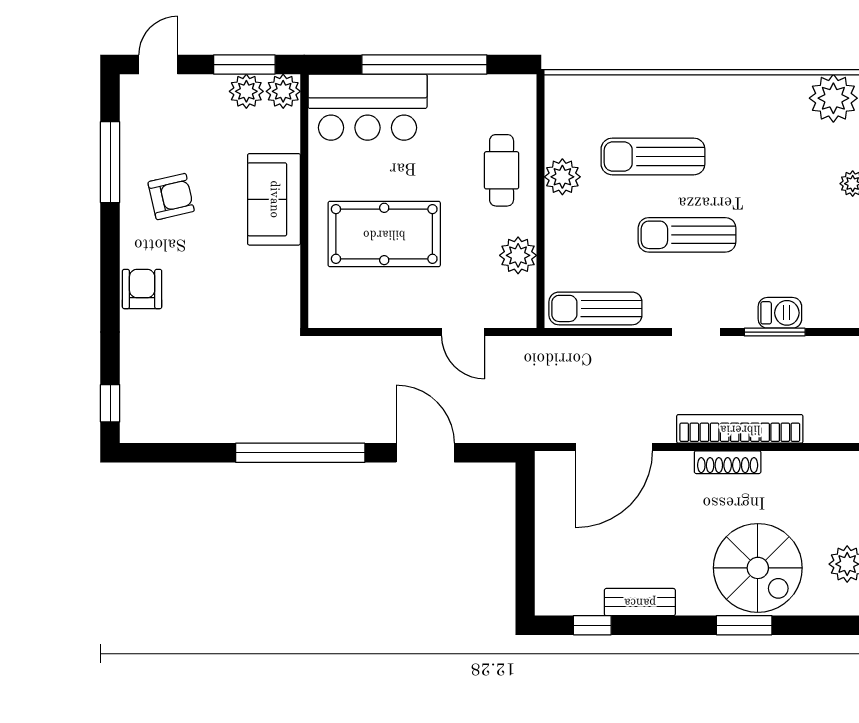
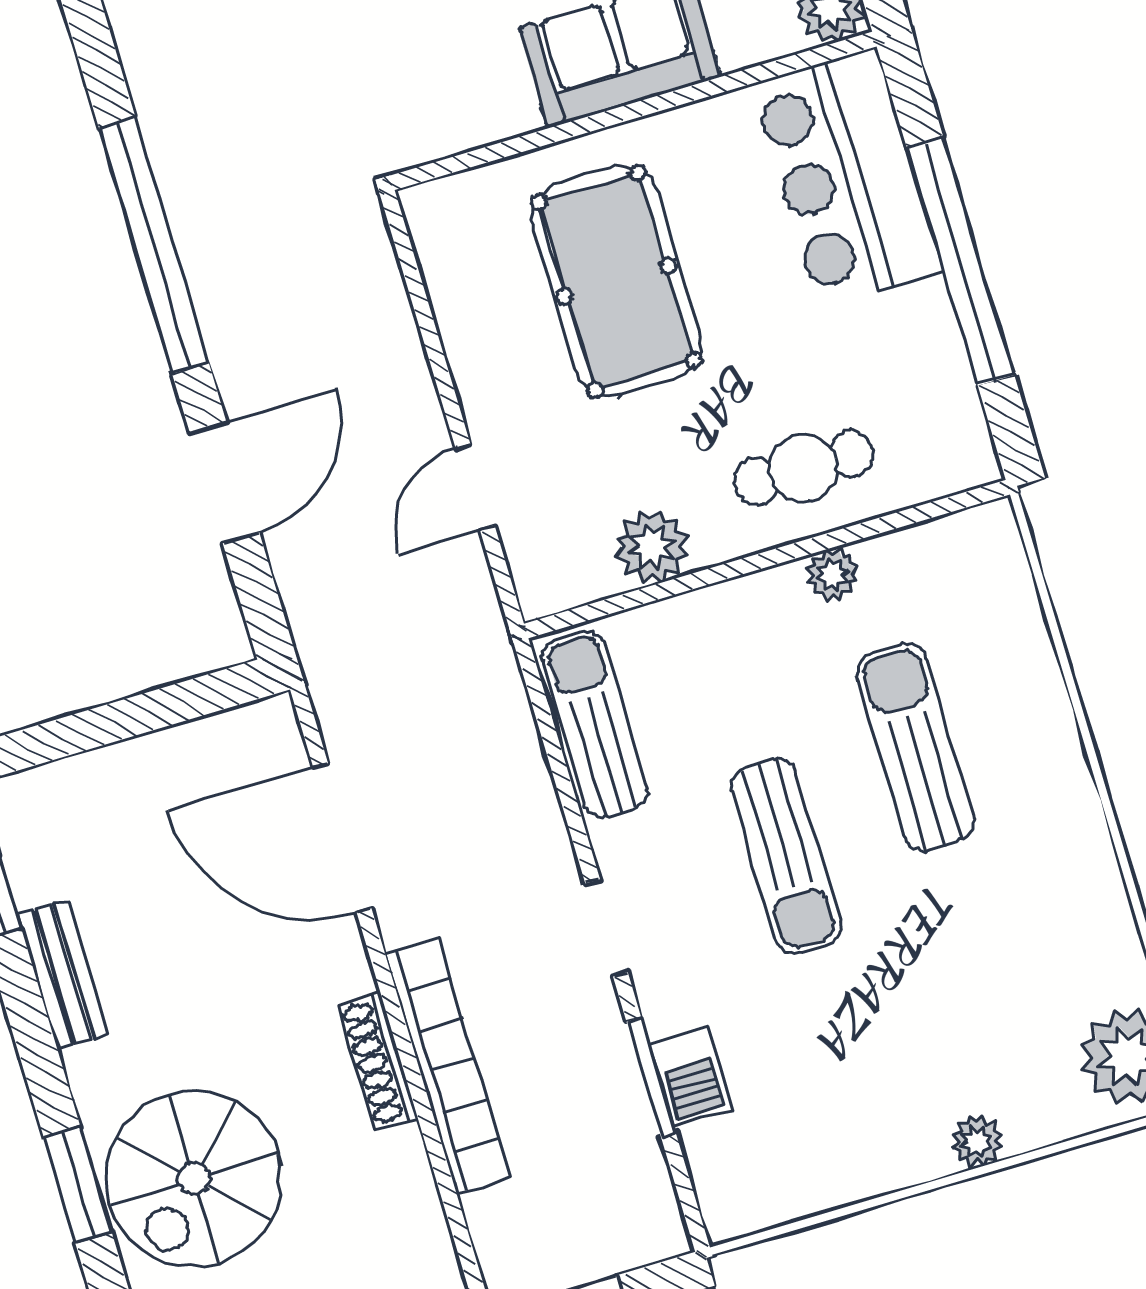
plant: (562, 177) -> (832, 575), width x0.73, depth x0.73
sun lounger: (687, 235) -> (786, 856), turned 180

